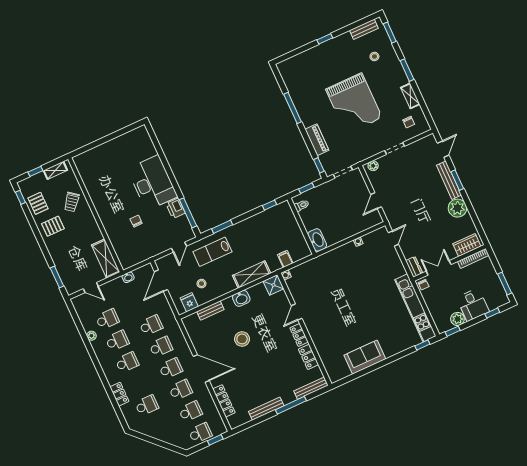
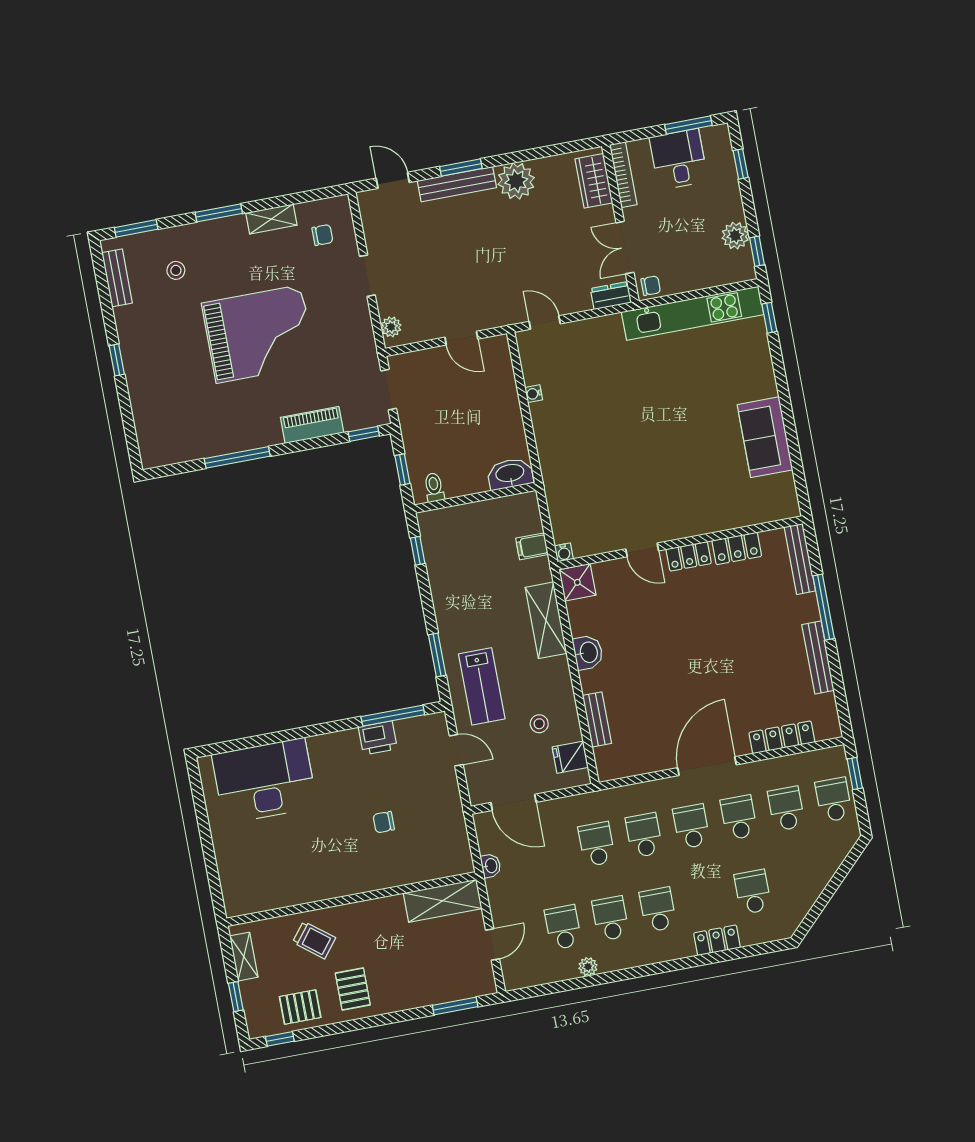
desk: (152, 183) -> (264, 781), moved
desk: (473, 305) -> (679, 159), moved, turned -90
stool: (242, 339) -> (669, 671), removed

